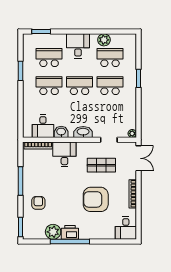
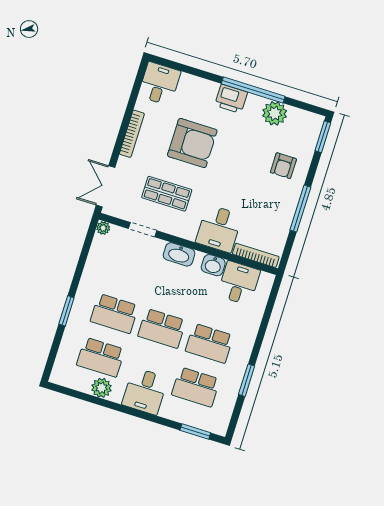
printer: (70, 232) -> (231, 99), moved

